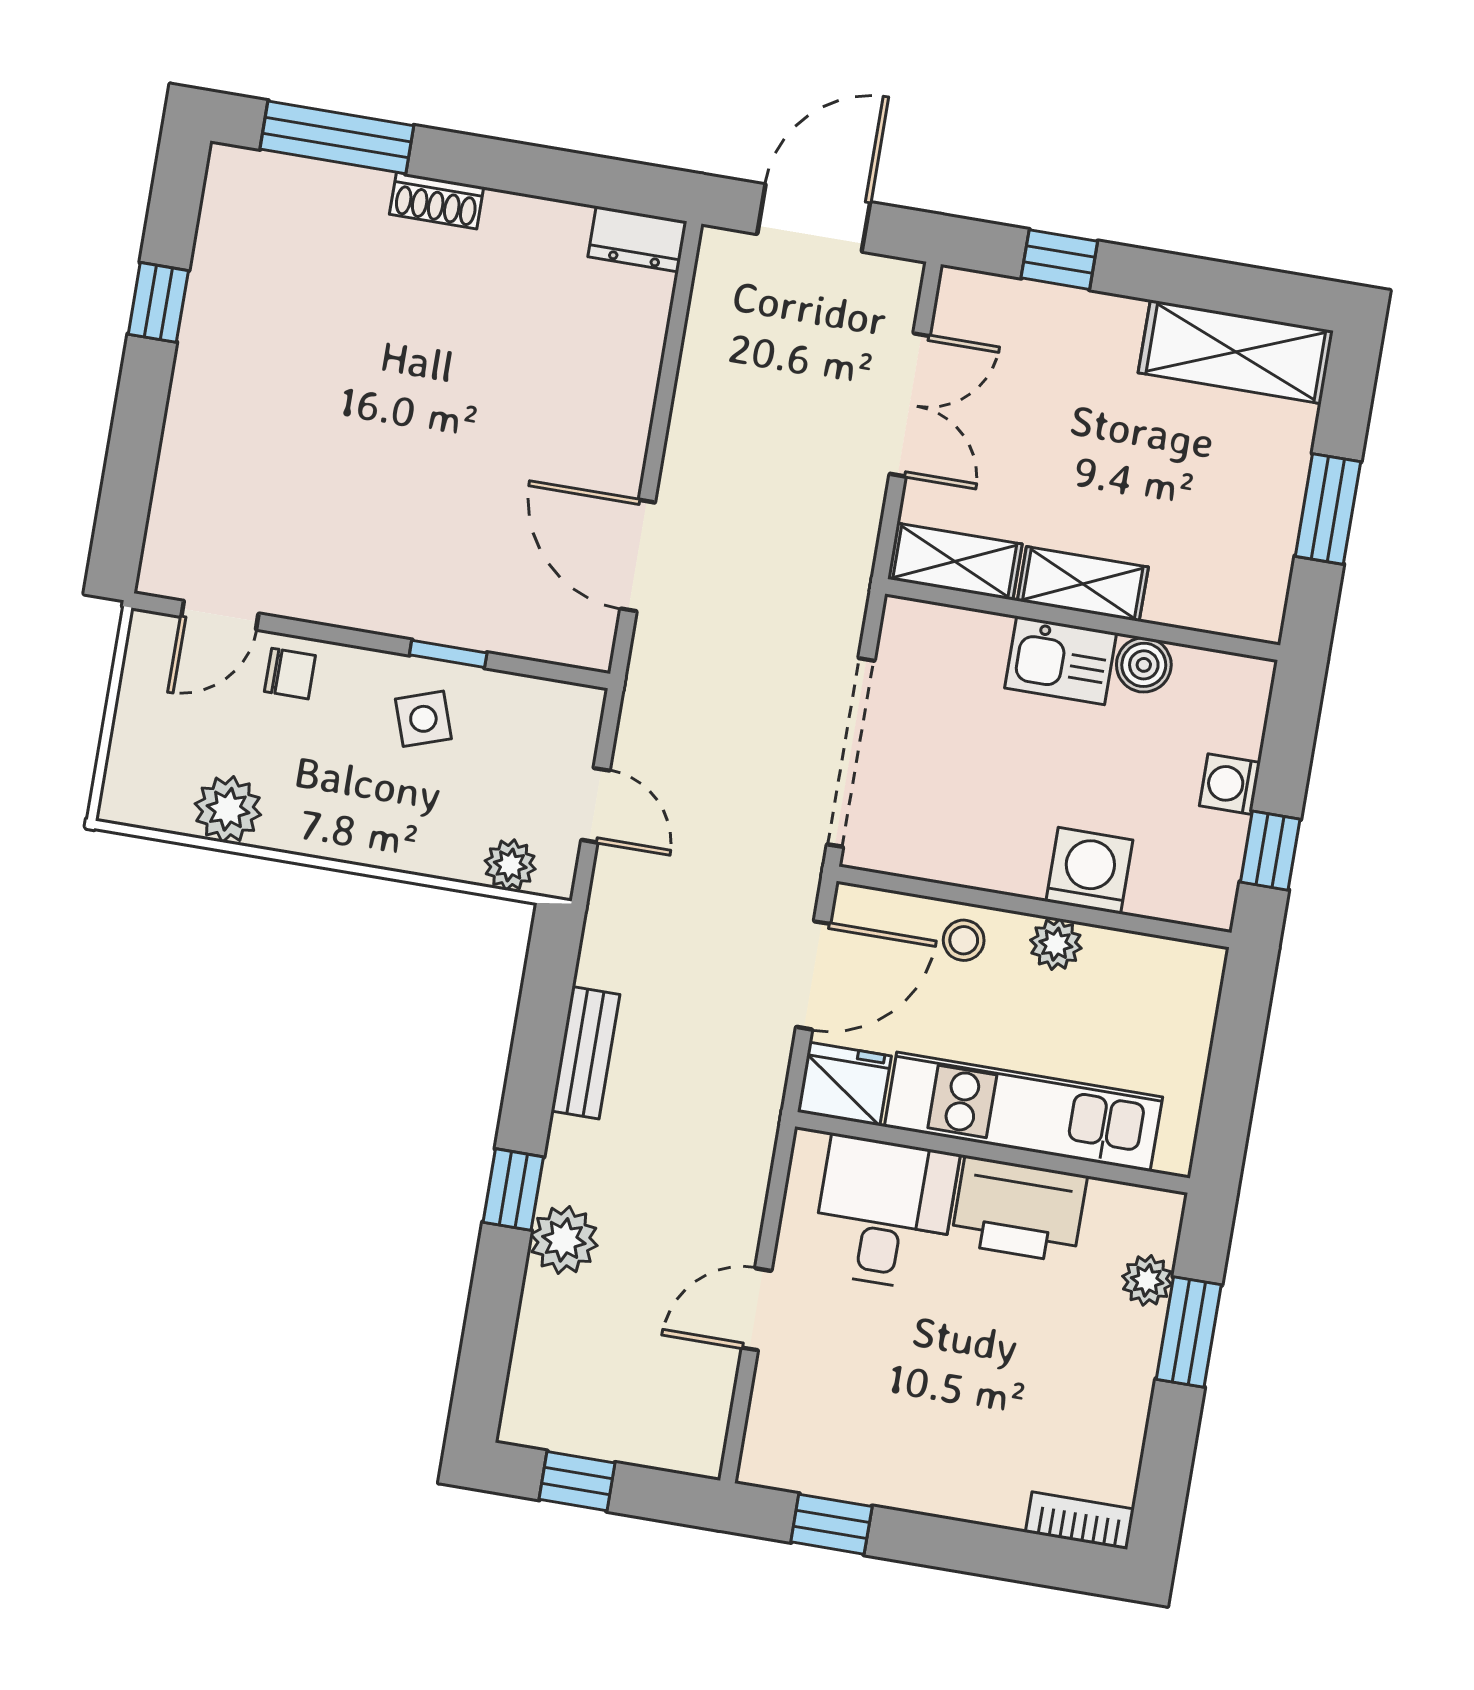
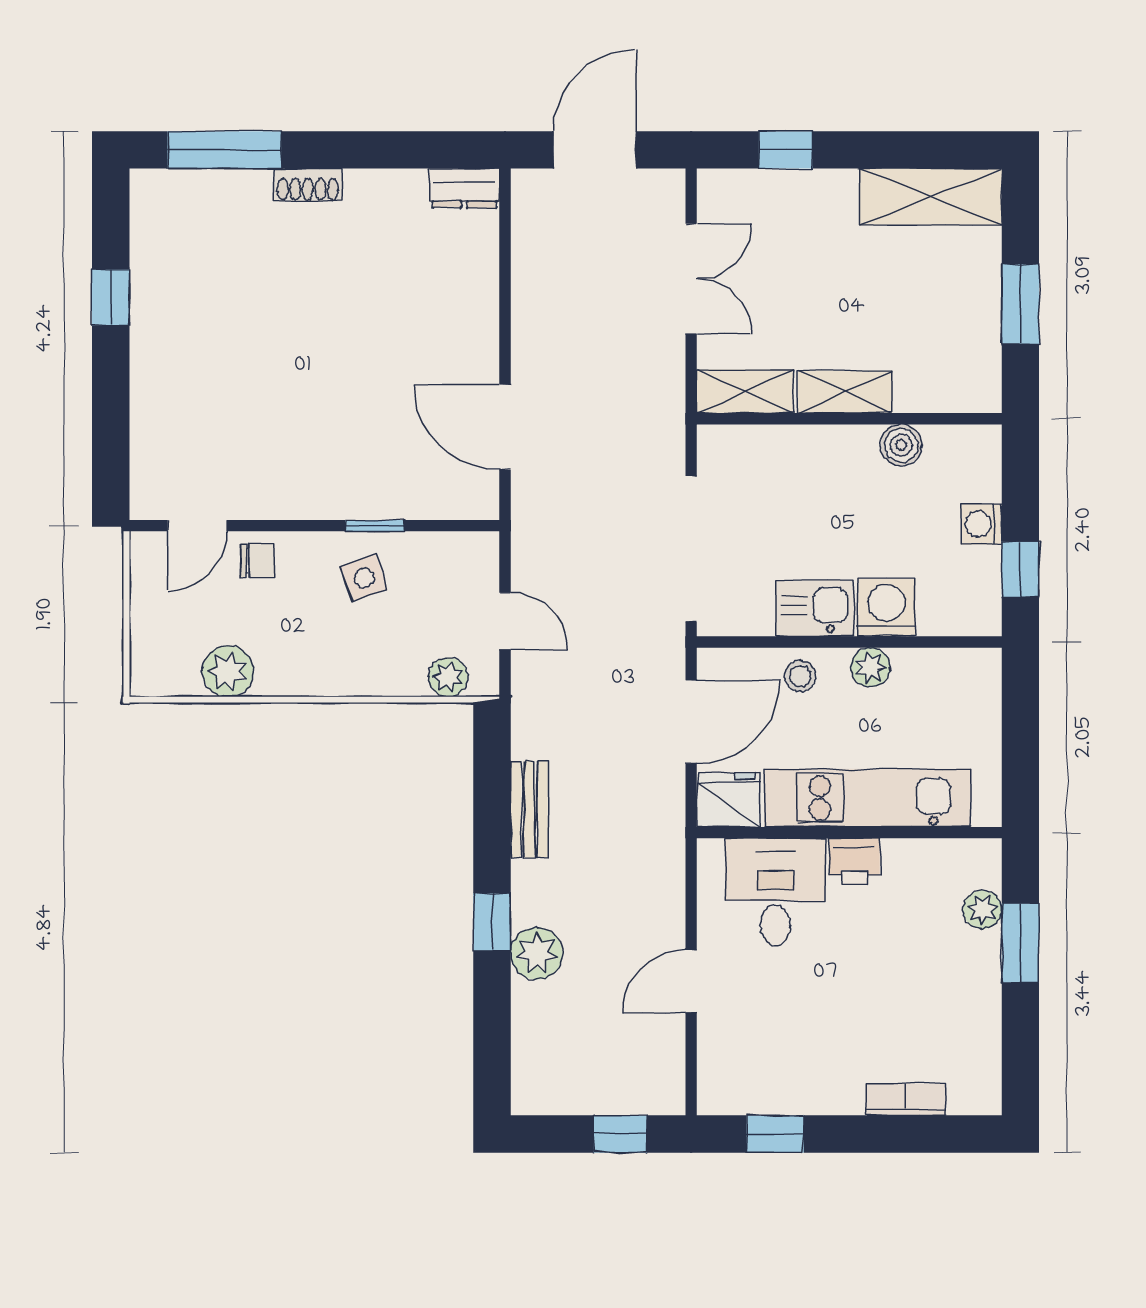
kitchen sink: (1061, 660) -> (815, 608), moved, turned 180
printer: (1019, 1209) -> (854, 861), width x0.53, depth x0.68
window: (577, 1481) -> (620, 1134), moved
bookcase: (1080, 1521) -> (906, 1100), moved

